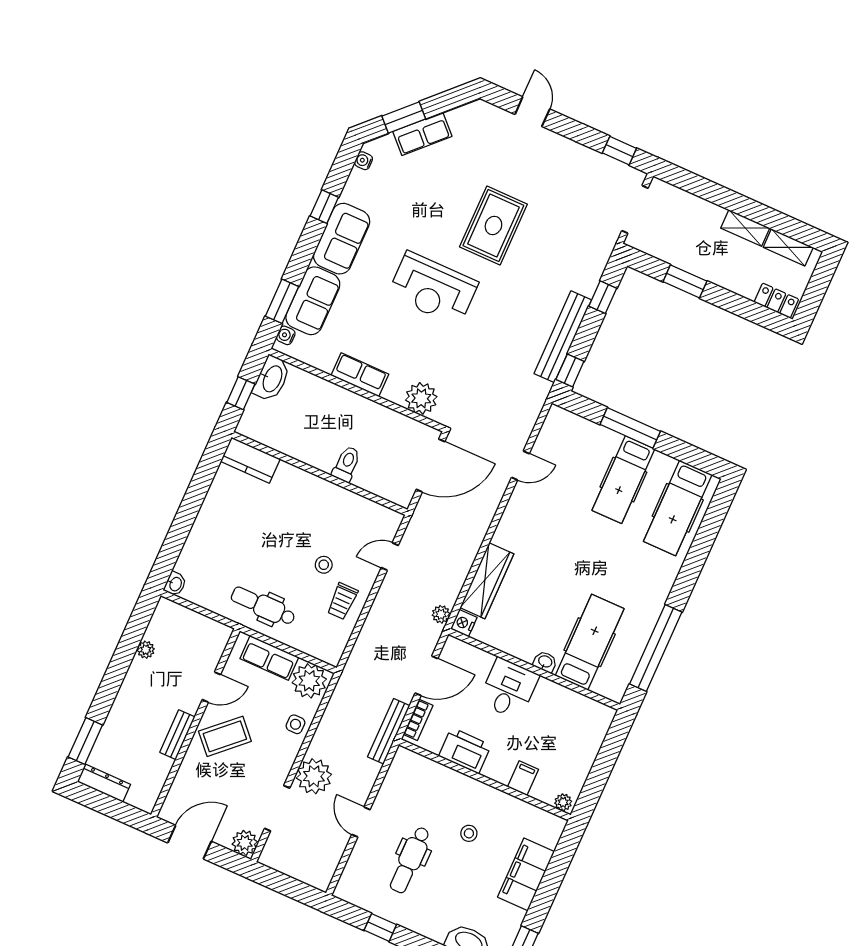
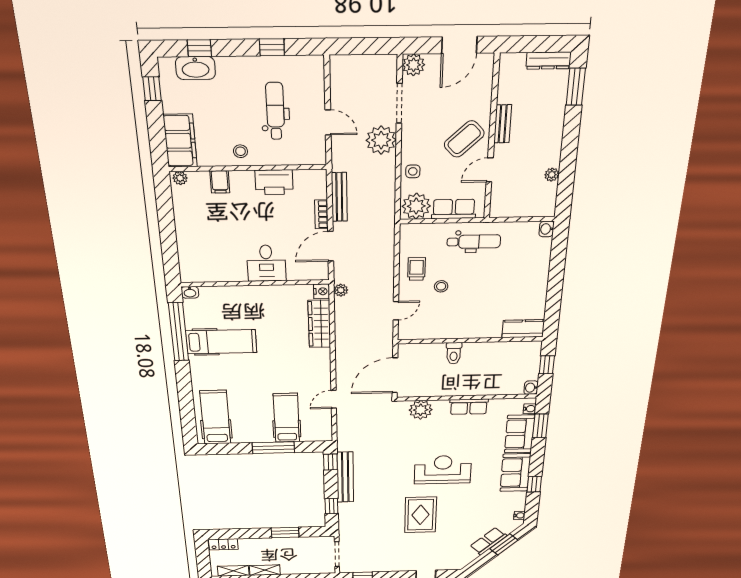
washbasin: (272, 379) -> (531, 388), width x0.52, depth x0.69
hospital bed: (623, 480) -> (286, 418), moved
hospital bed: (590, 642) -> (221, 342), moved, turned -90
washbasin: (545, 662) -> (190, 292), moved
printer: (465, 751) -> (274, 182), moved
filing cabinet: (523, 778) -> (220, 182), moved
wall: (485, 780) -> (248, 168), moved
plant: (563, 802) -> (180, 178), moved

